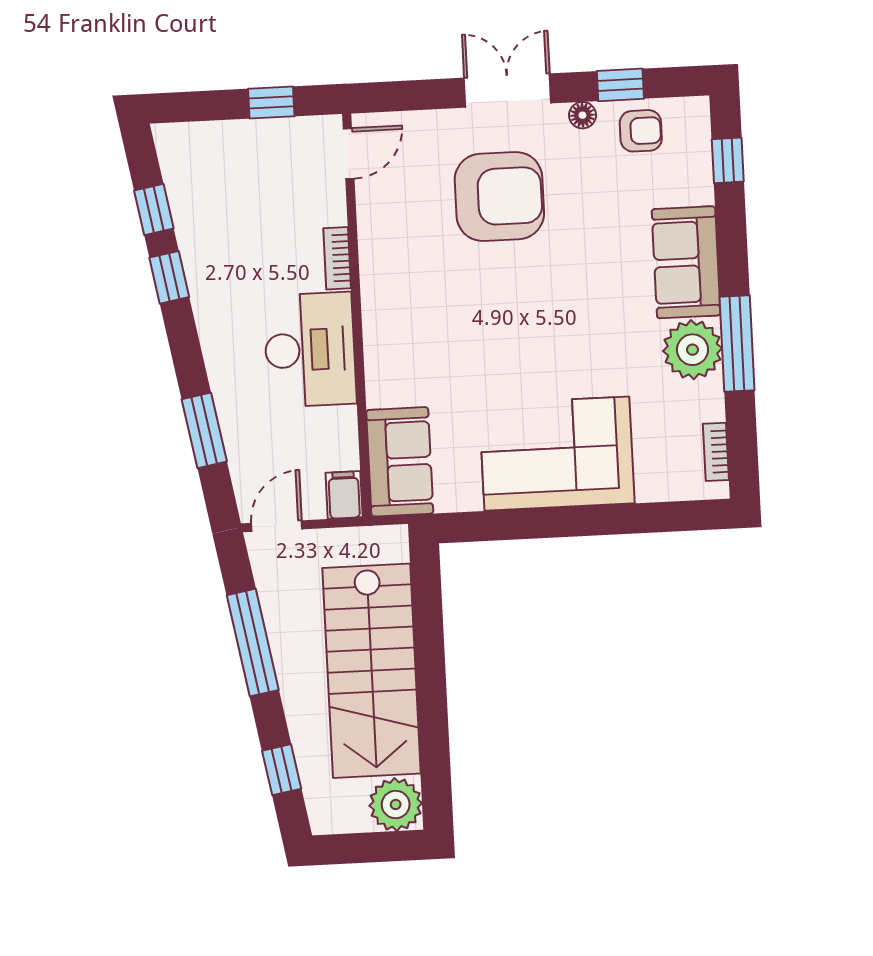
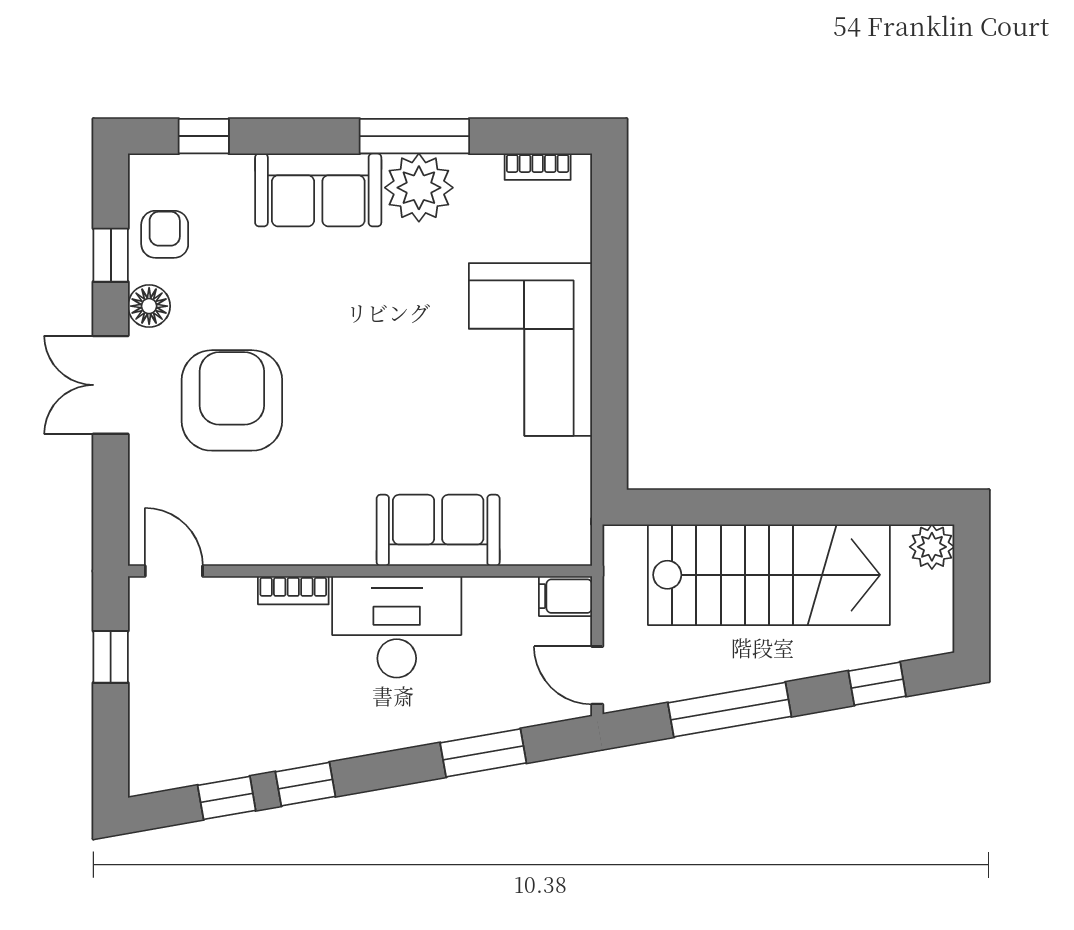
floor lamp: (582, 115) -> (149, 306), width x1.37, depth x1.37
sofa: (400, 462) -> (438, 530), moved
plant: (396, 804) -> (932, 547), width x0.73, depth x0.73

